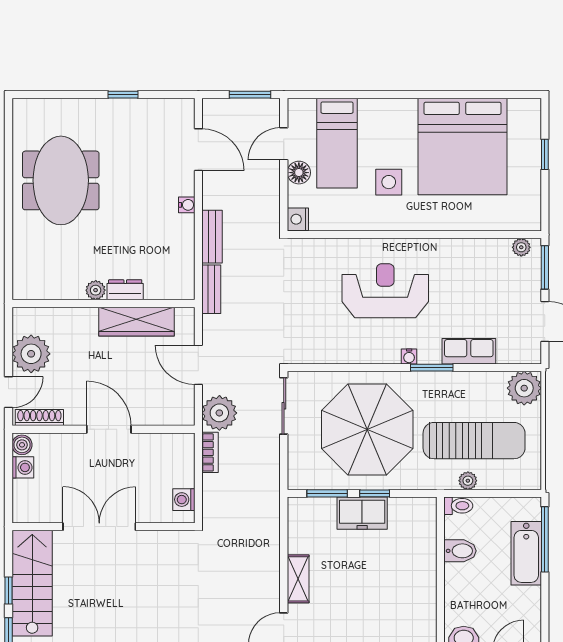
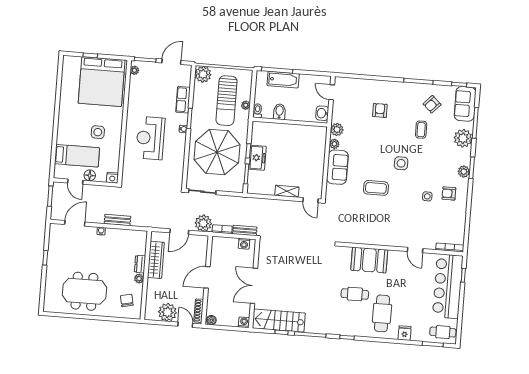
bed: (463, 147) -> (102, 82), moved, turned 90
chair: (49, 269) -> (127, 301), added
bench: (211, 289) -> (245, 230), moved
sun lounger: (474, 441) -> (226, 101), turned 180
washing machine: (23, 467) -> (244, 322), moved

